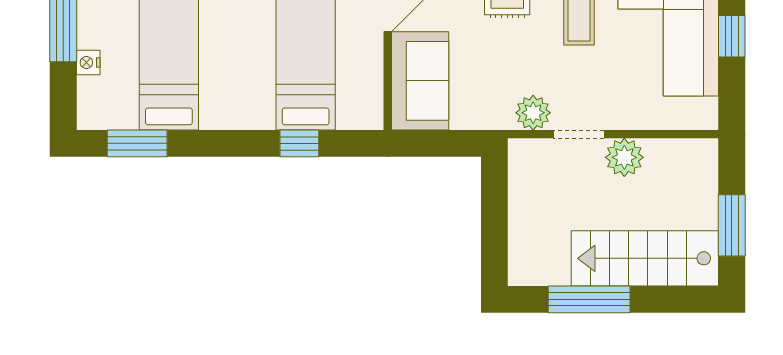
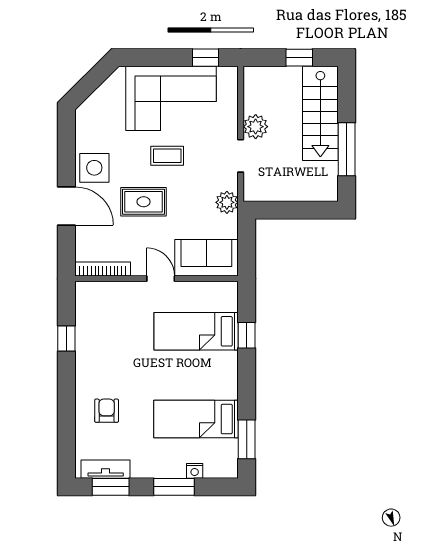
window: (732, 36) -> (205, 58), moved
plant: (533, 113) -> (227, 202), moved
window: (732, 225) -> (299, 58), width x0.67

